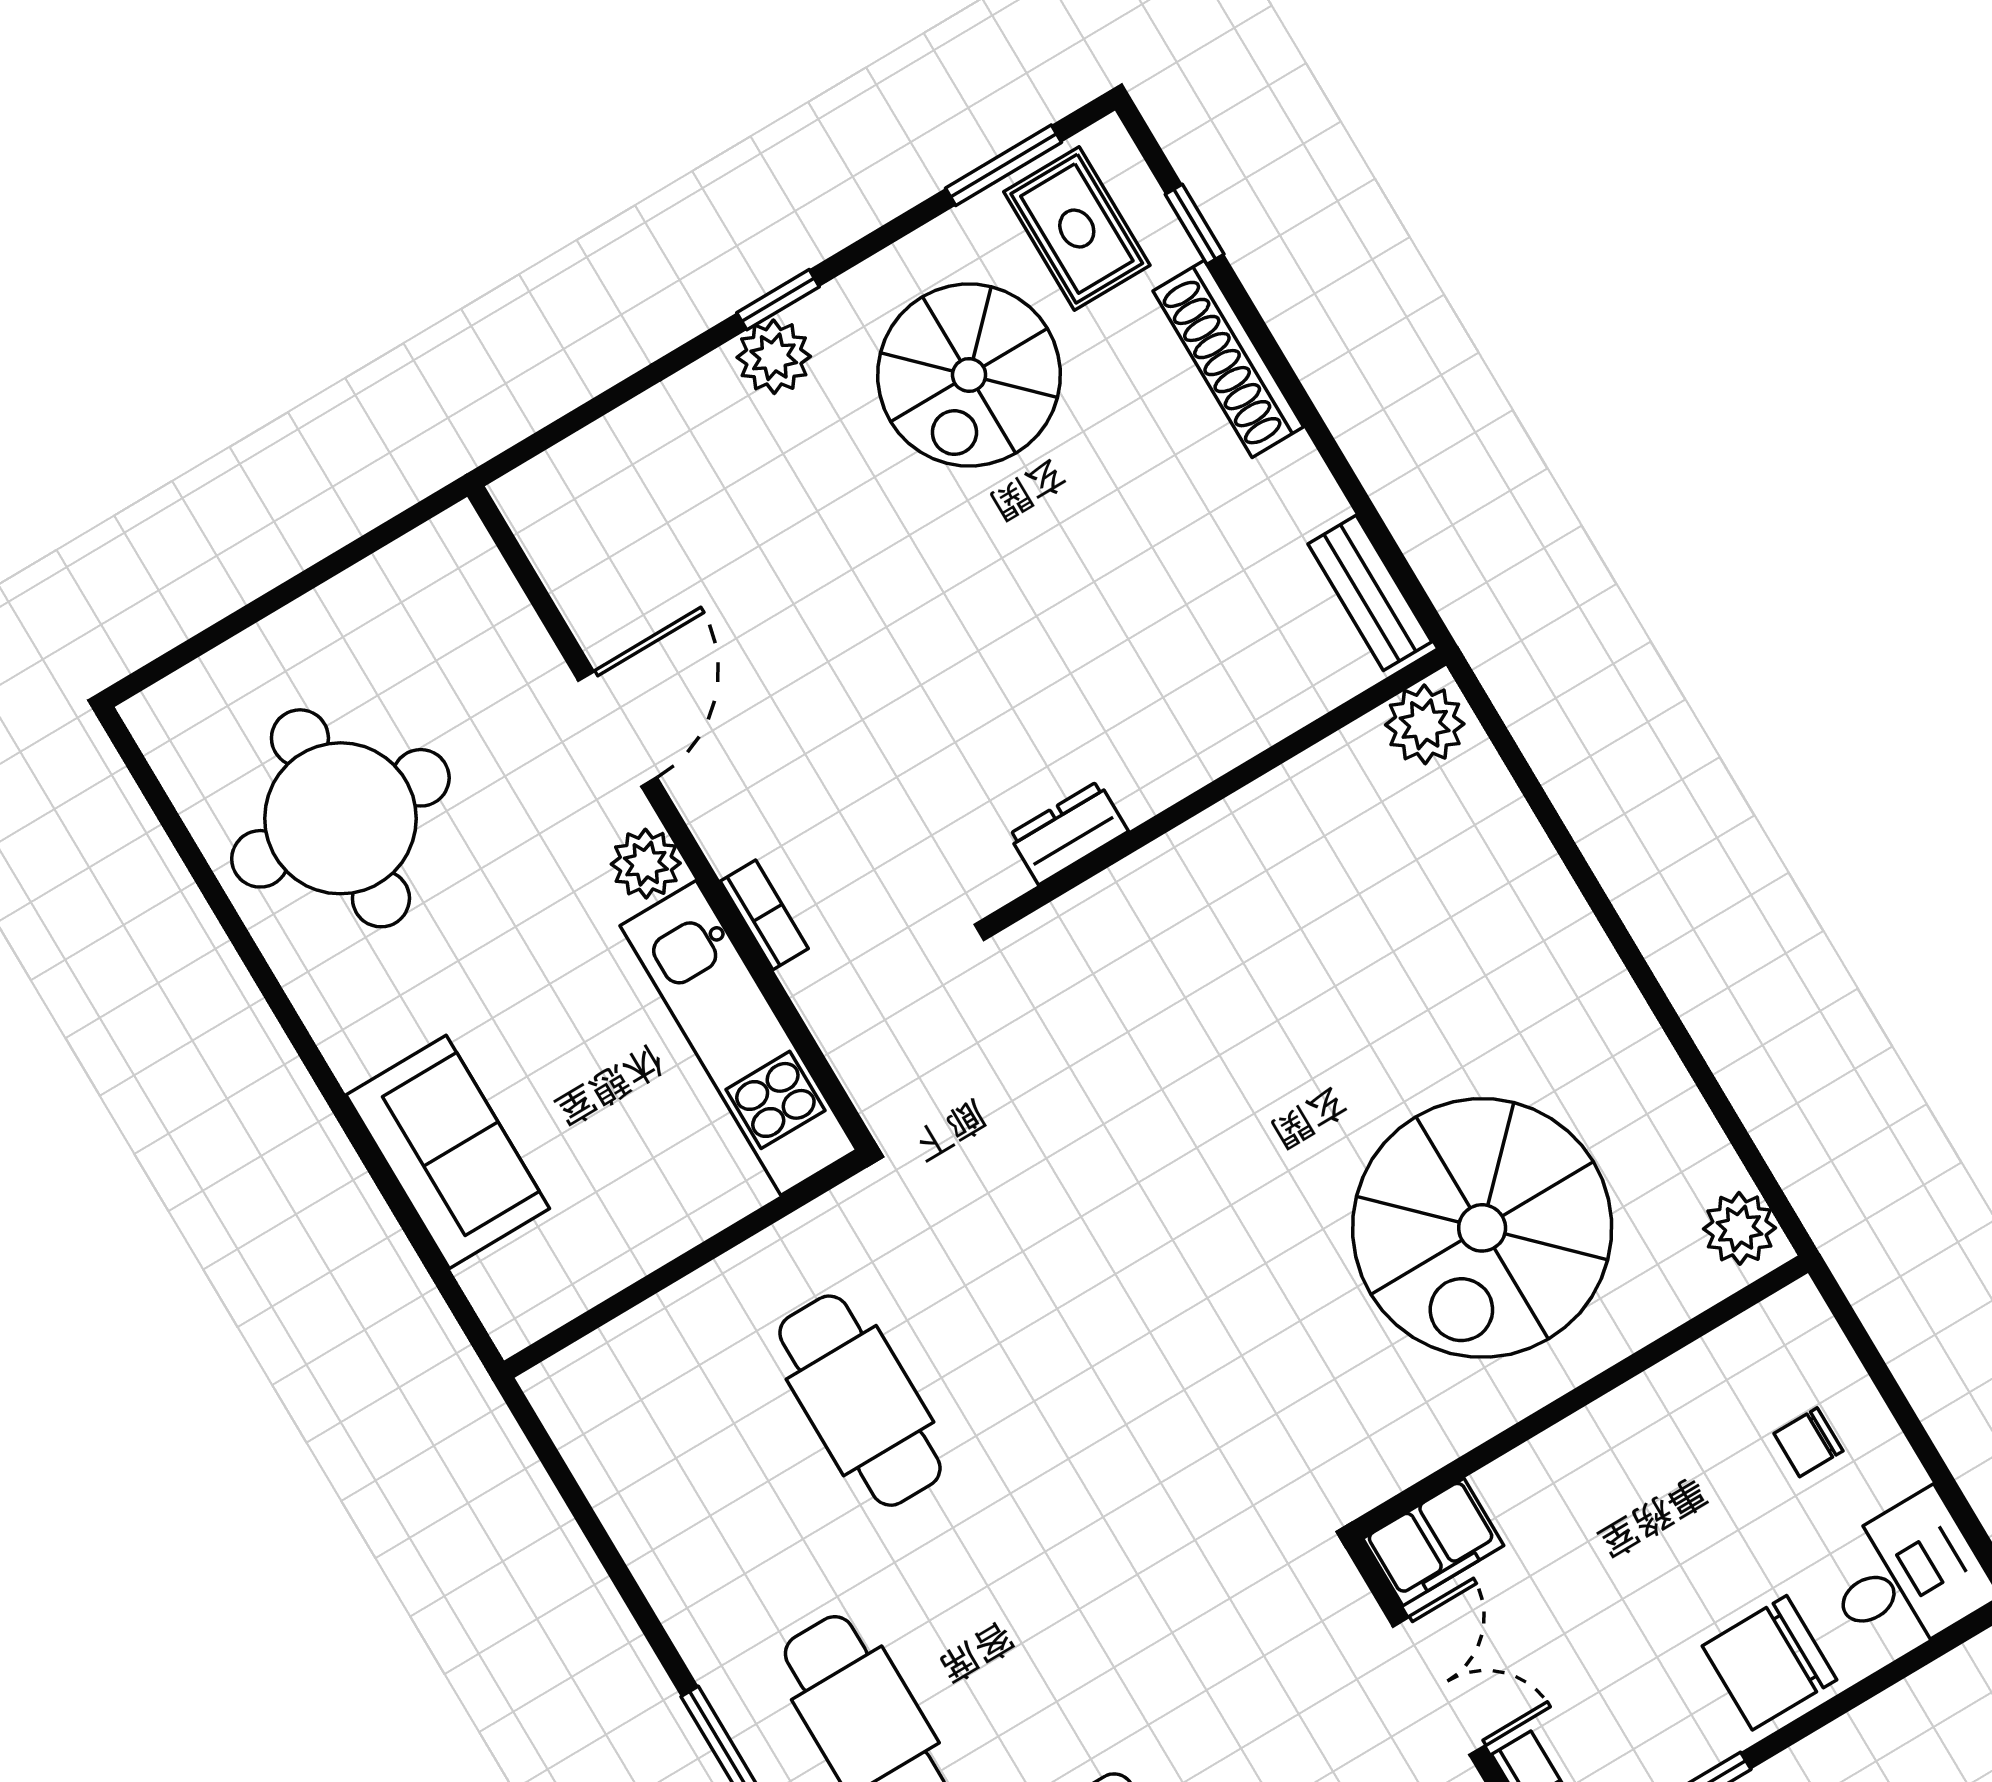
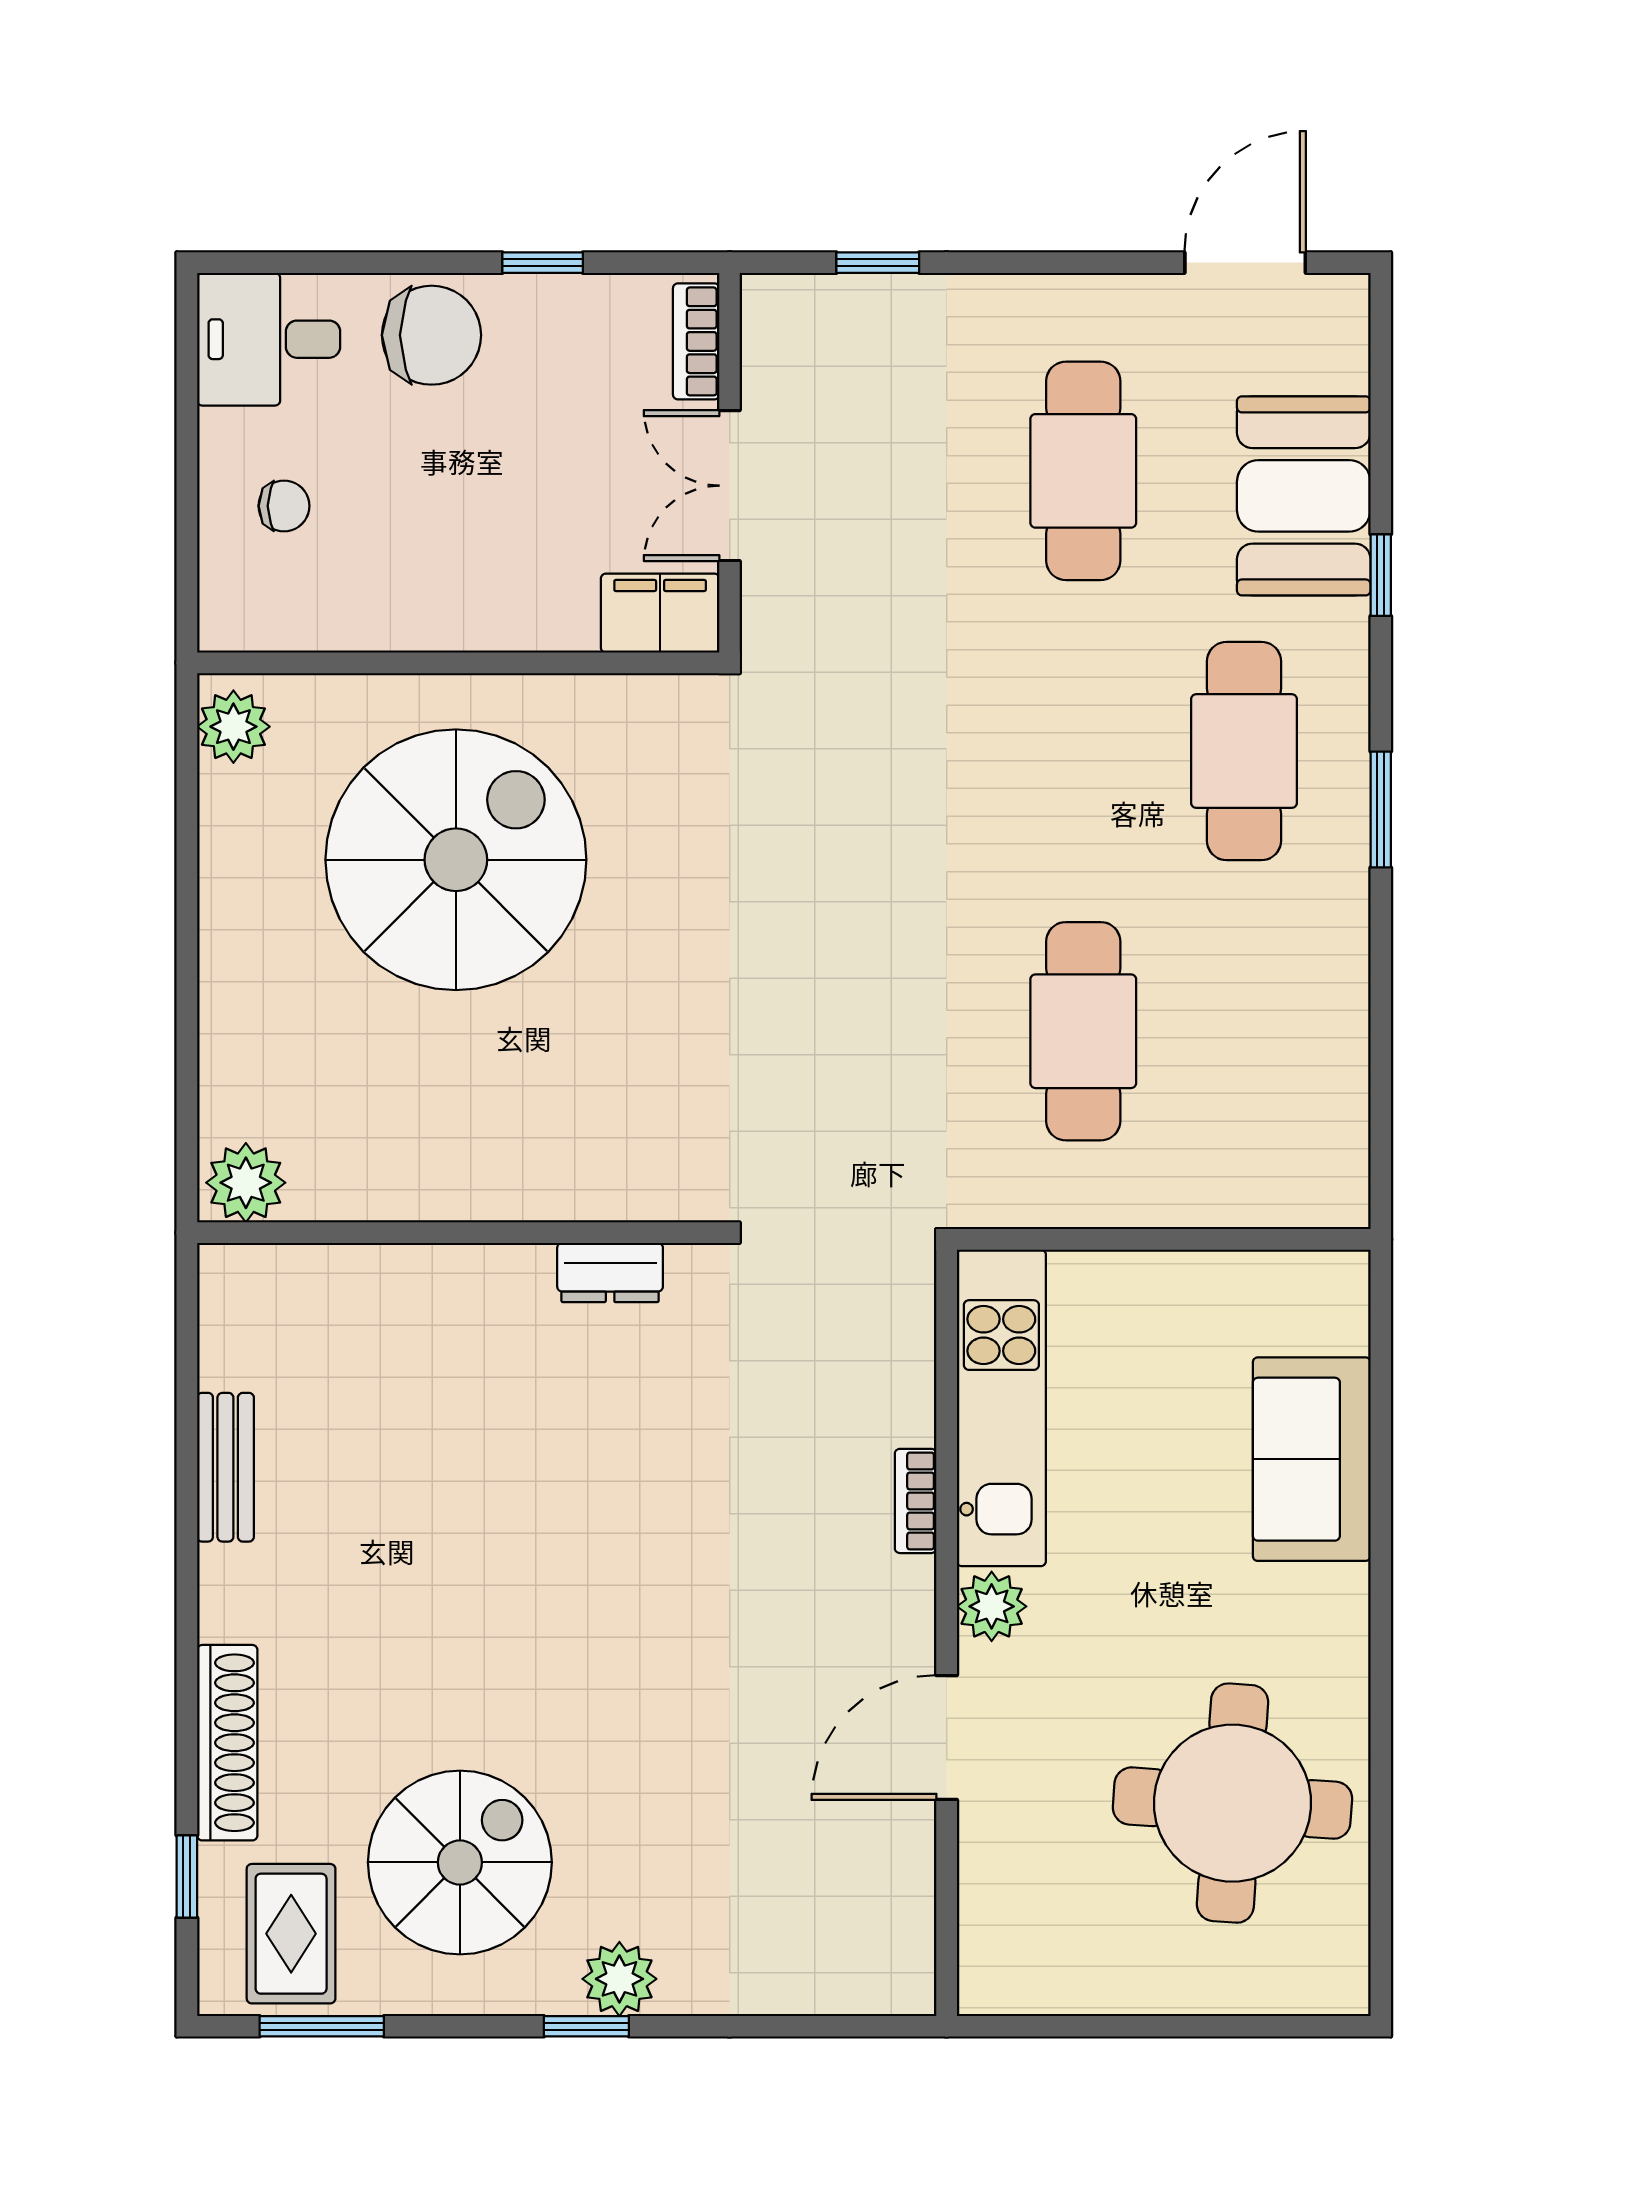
plant: (1425, 724) -> (246, 1183), moved
wall: (1218, 790) -> (458, 1233), moved
dresser: (1068, 833) -> (610, 1272), moved

